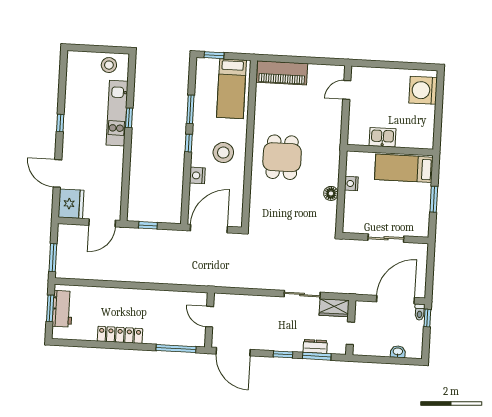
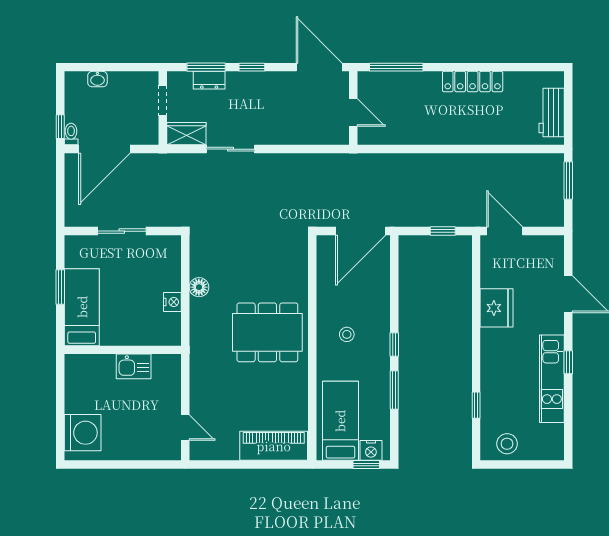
door: (347, 90) -> (185, 428), hinge flipped
kitchen unit: (117, 113) -> (552, 379), moved, turned 180
window: (129, 118) -> (476, 405), moved
stool: (223, 153) -> (347, 334), width x0.53, depth x0.53
dining table: (282, 157) -> (267, 332), width x1.38
bed: (404, 168) -> (82, 307), moved, turned -90
nightstand: (197, 175) -> (371, 450), moved, turned 90
fridge: (71, 204) -> (497, 308), moved, turned 180
door: (102, 223) -> (505, 231), hinge flipped
window: (50, 308) -> (568, 112), removed

